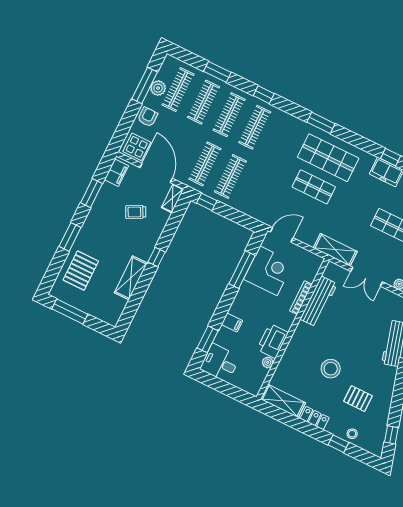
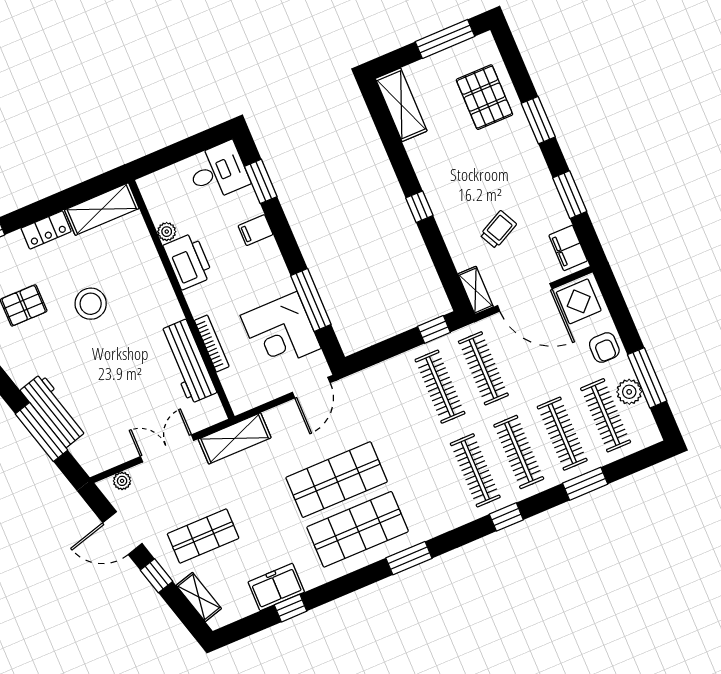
shop shelf: (314, 187) -> (337, 480), width x1.43, depth x1.36
shelving: (131, 278) -> (401, 105), moved

